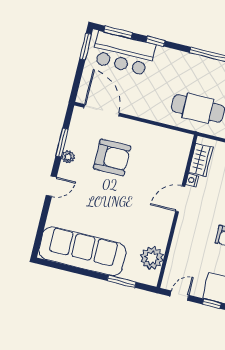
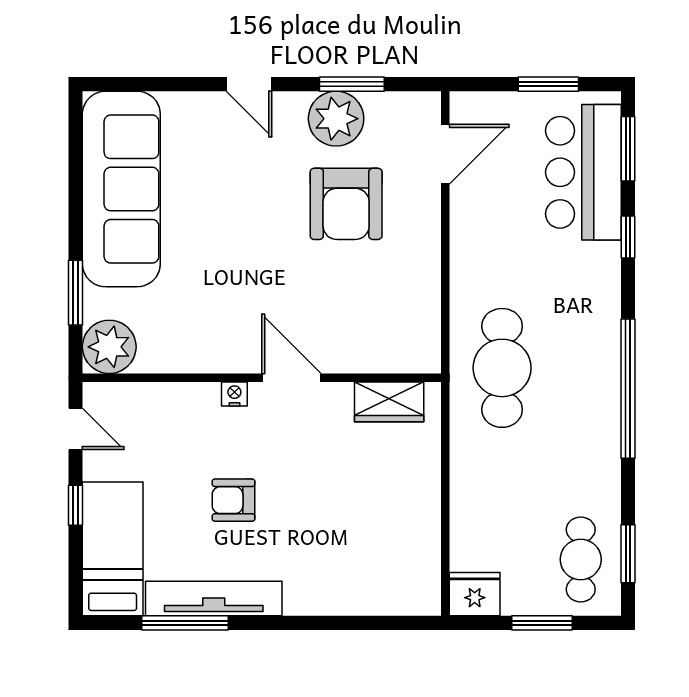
window: (86, 46) -> (548, 84), moved
door: (101, 110) -> (445, 154), width x0.73
plant: (68, 157) -> (336, 119), width x1.87, depth x1.87
nightstand: (192, 180) -> (234, 394), moved
plant: (152, 258) -> (109, 347), moved

